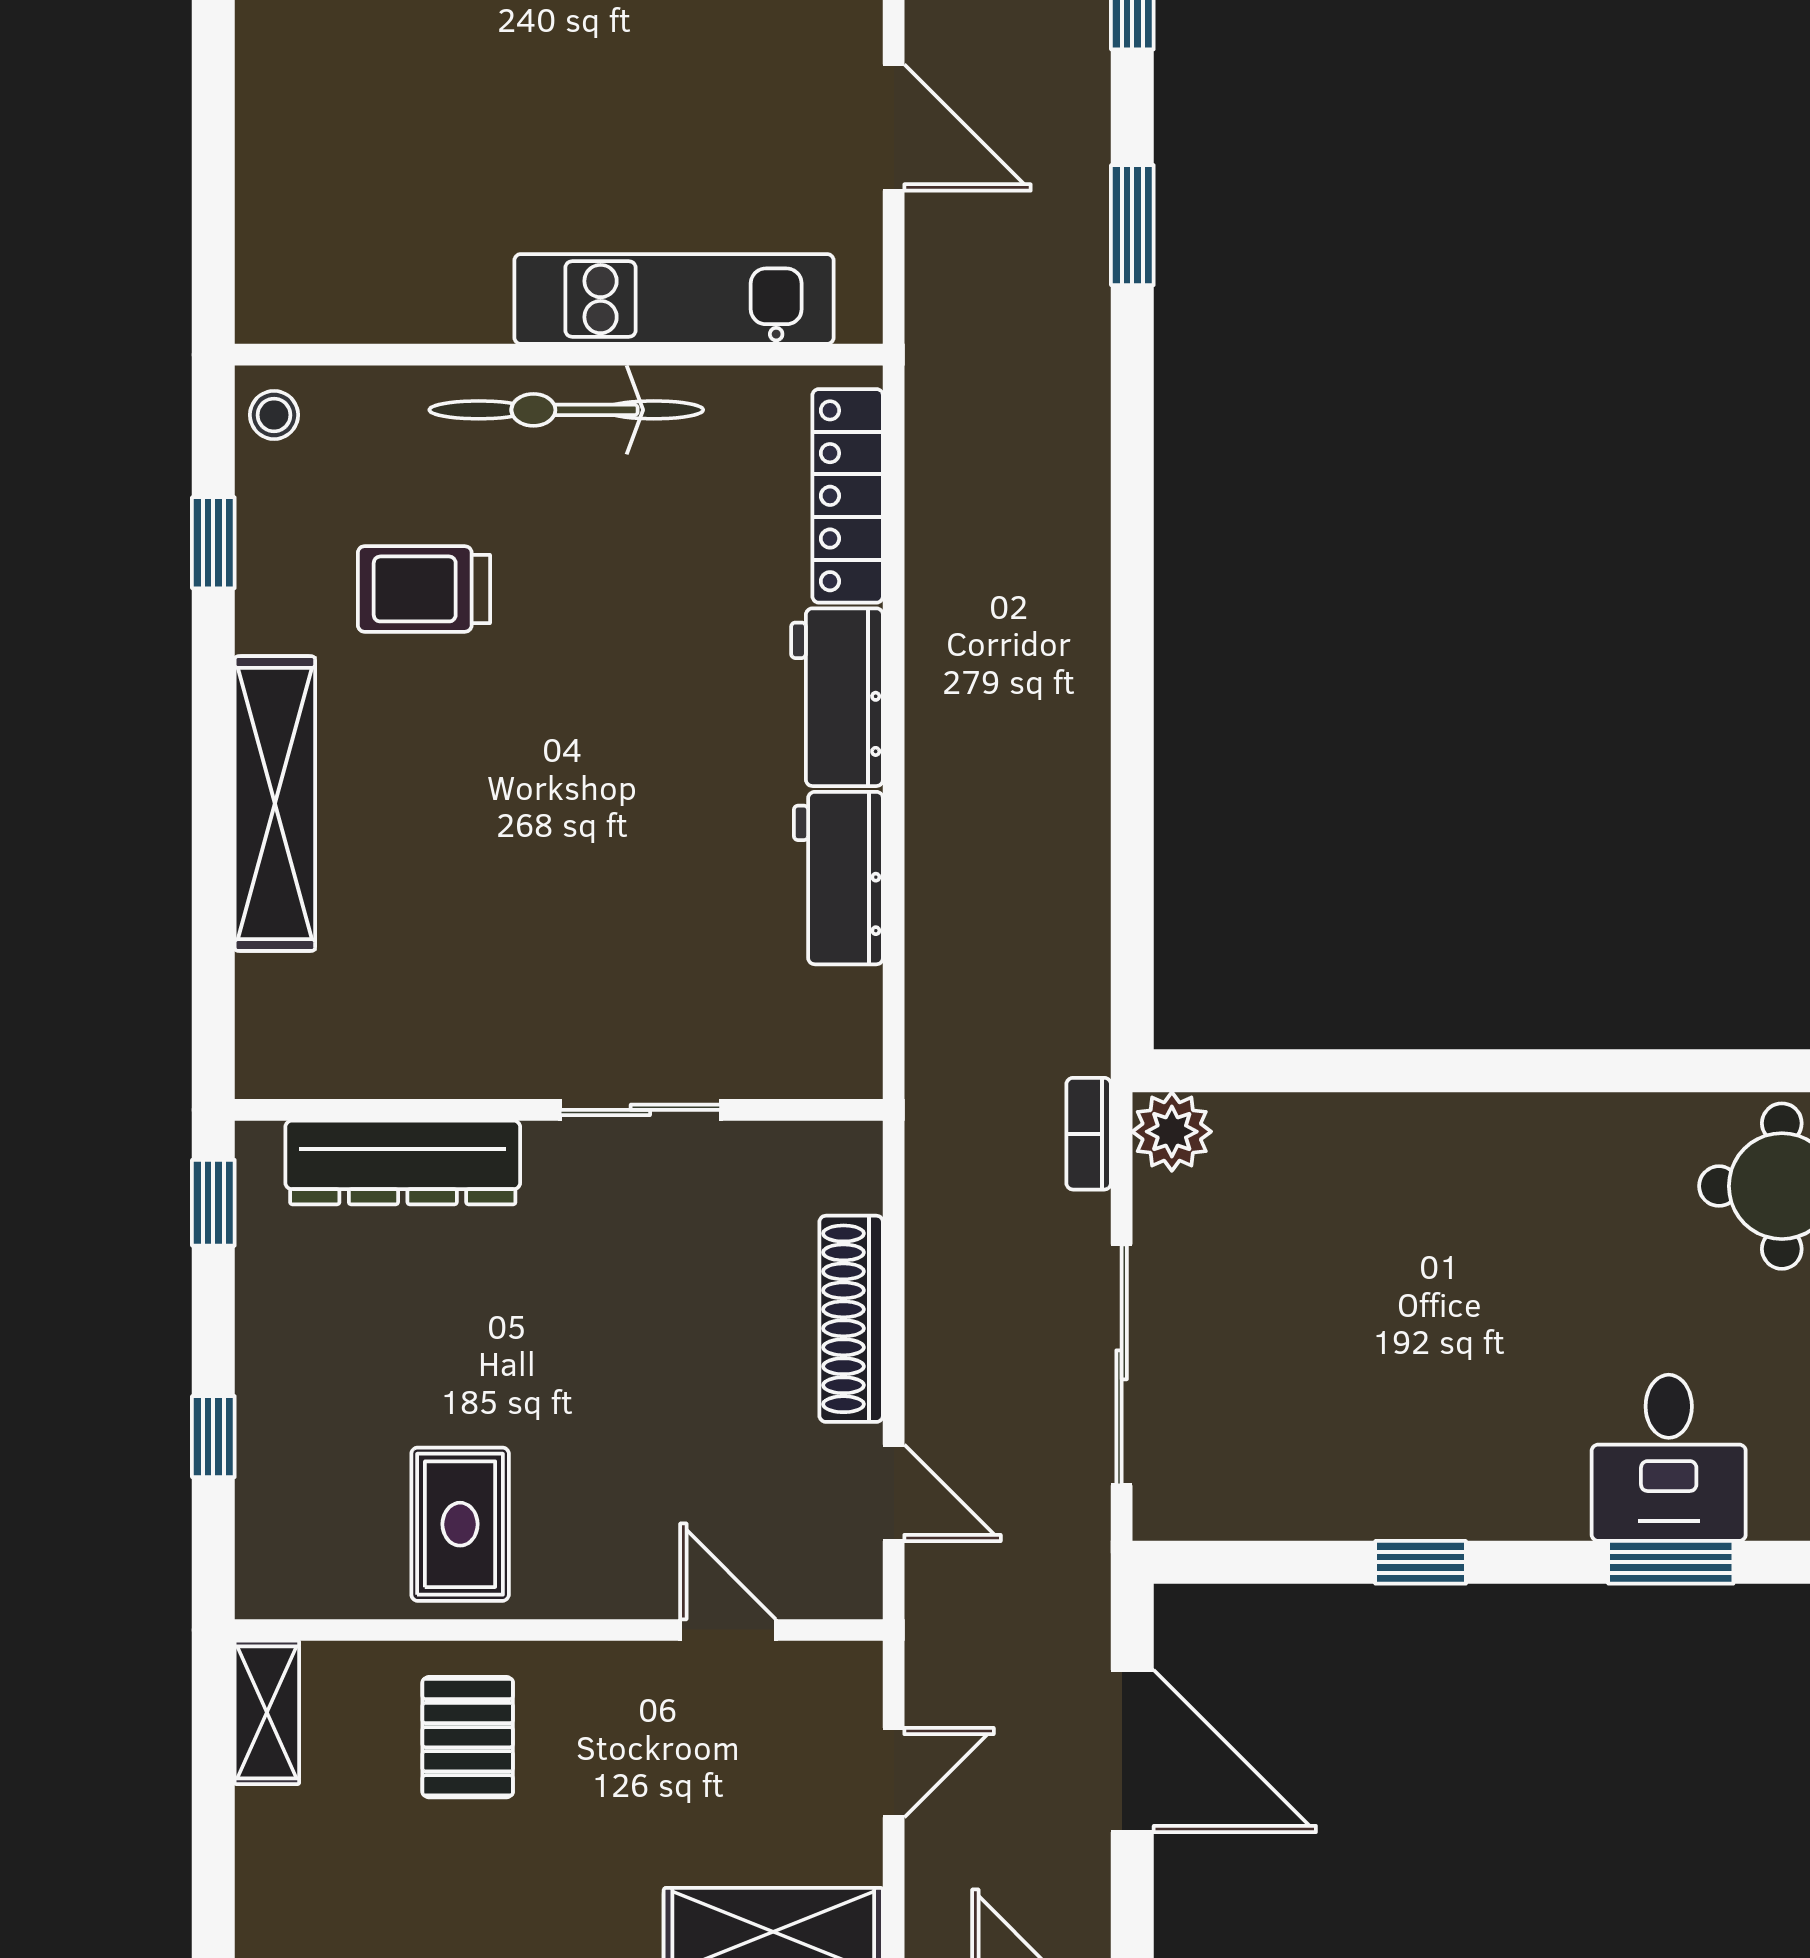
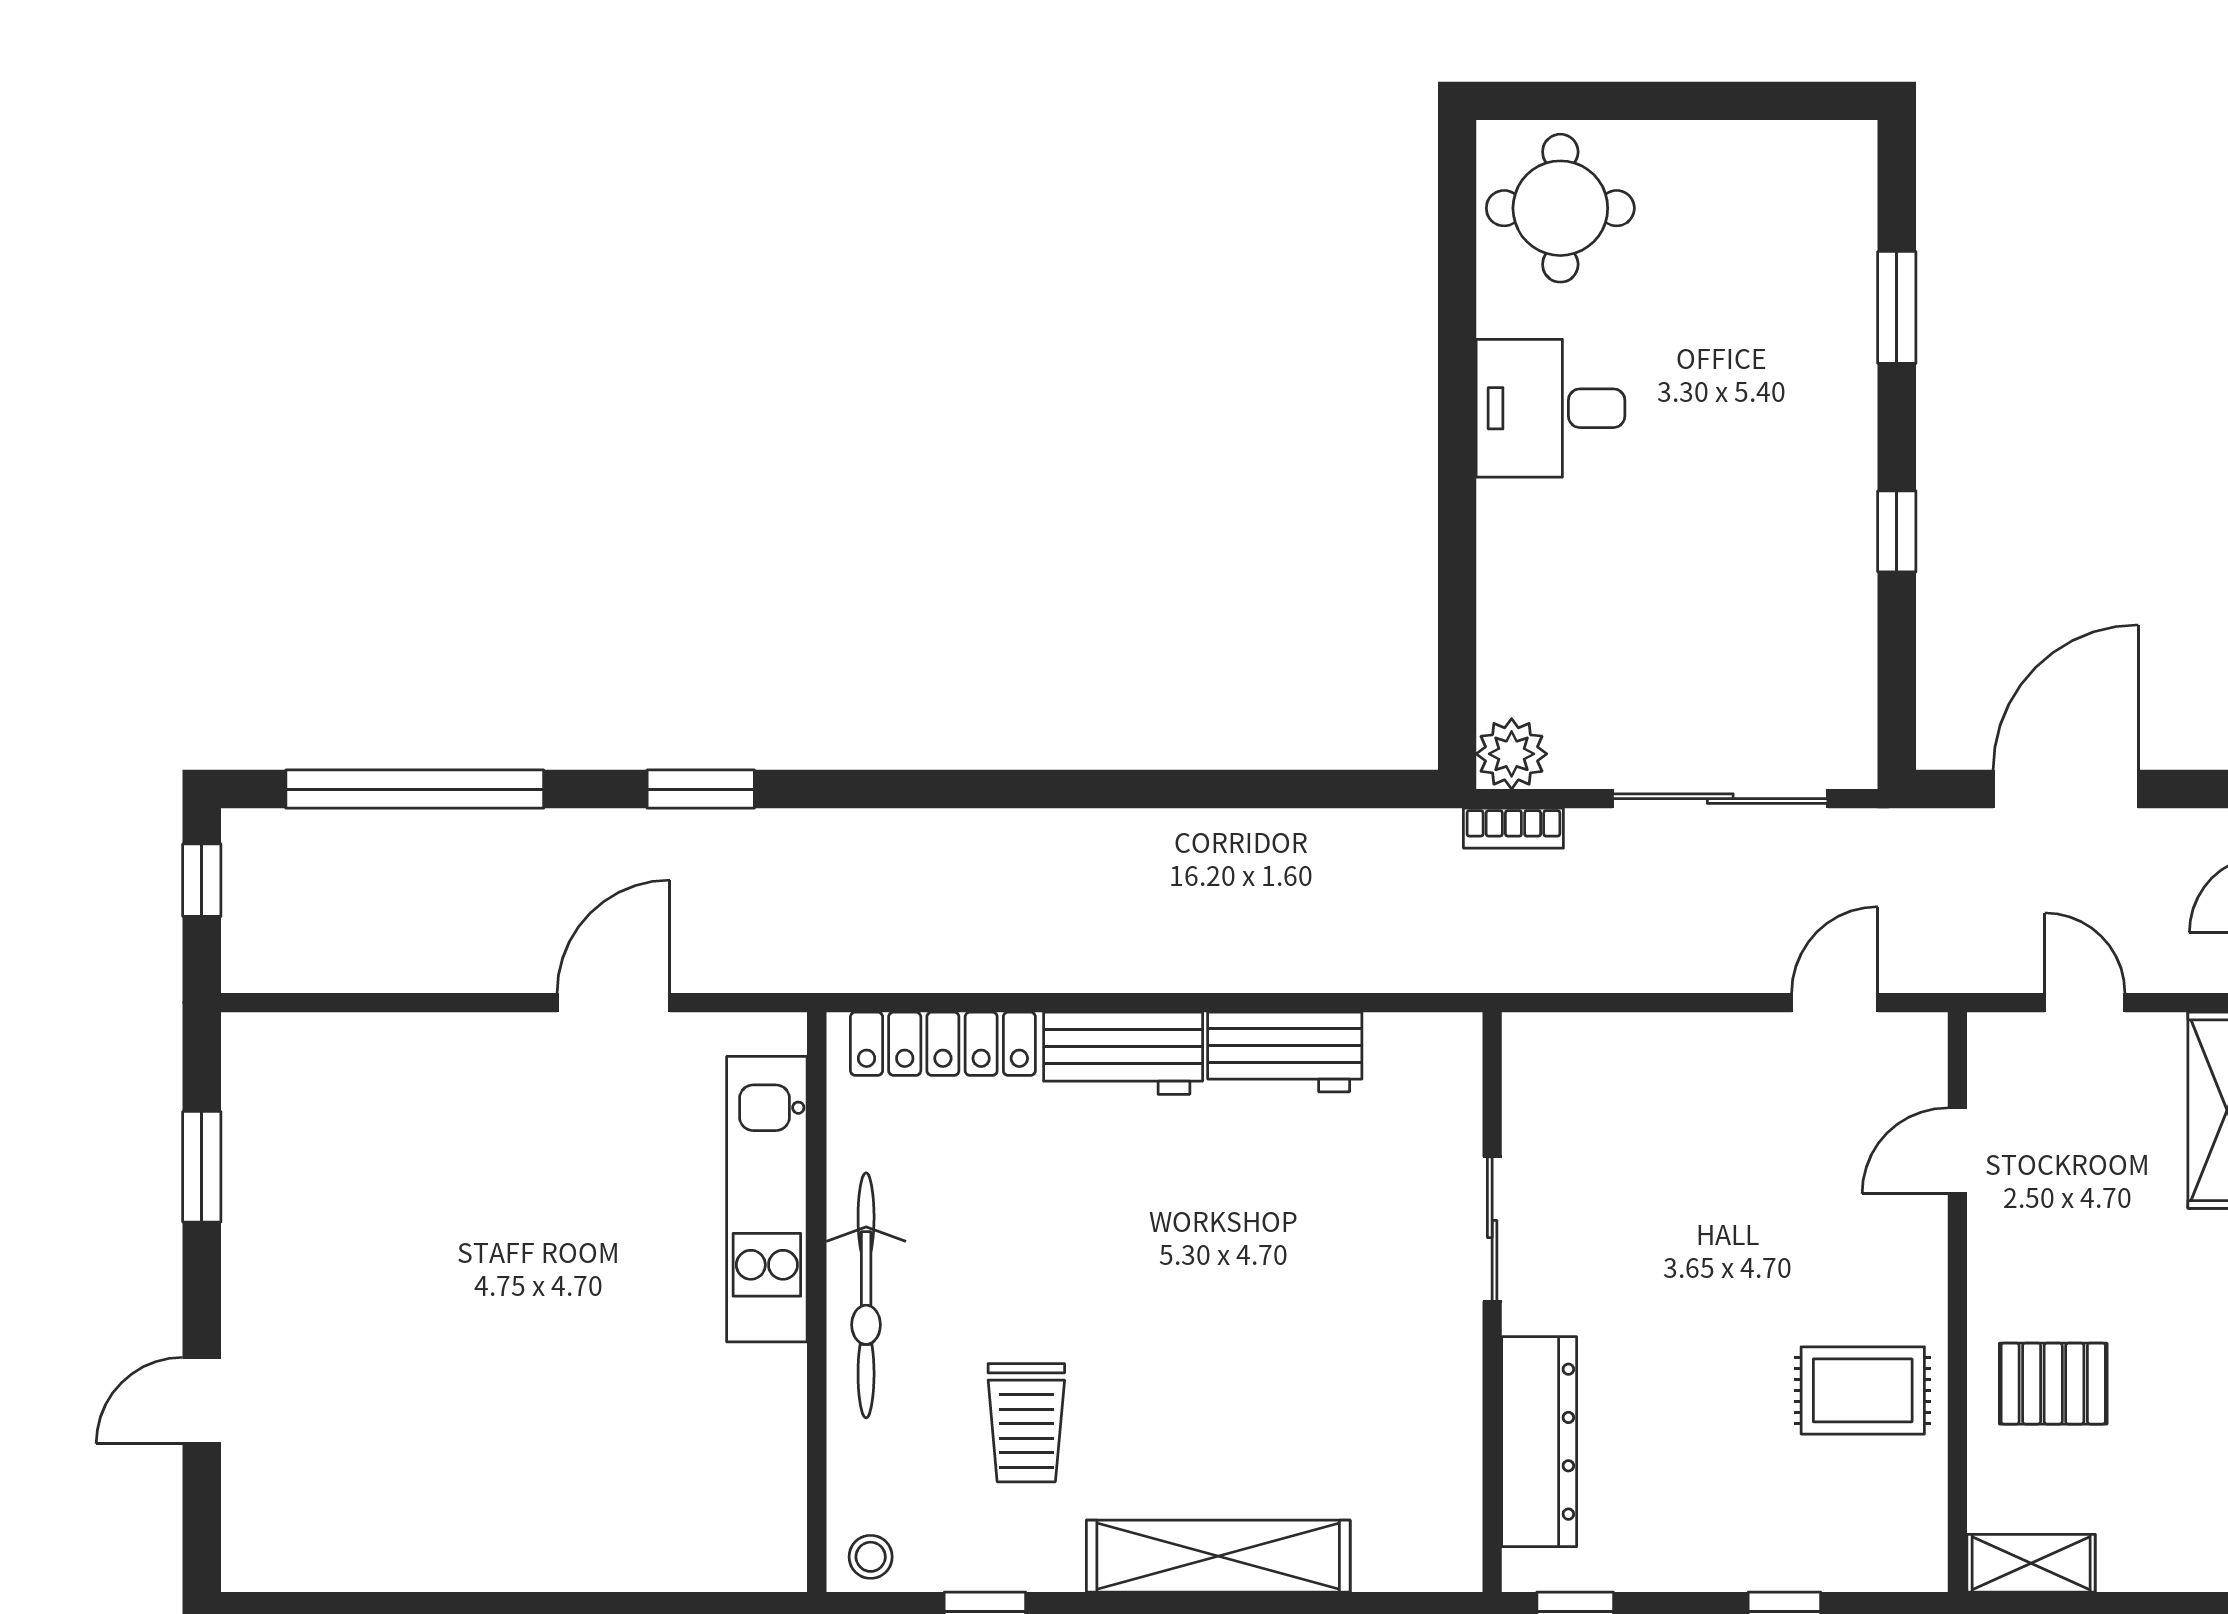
shoe rack: (851, 1319) -> (1679, 1041), removed
desk: (1669, 1458) -> (1551, 408), moved, turned 180

